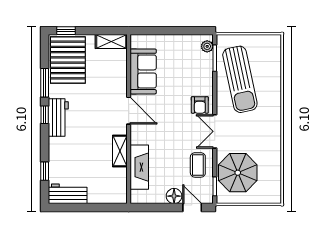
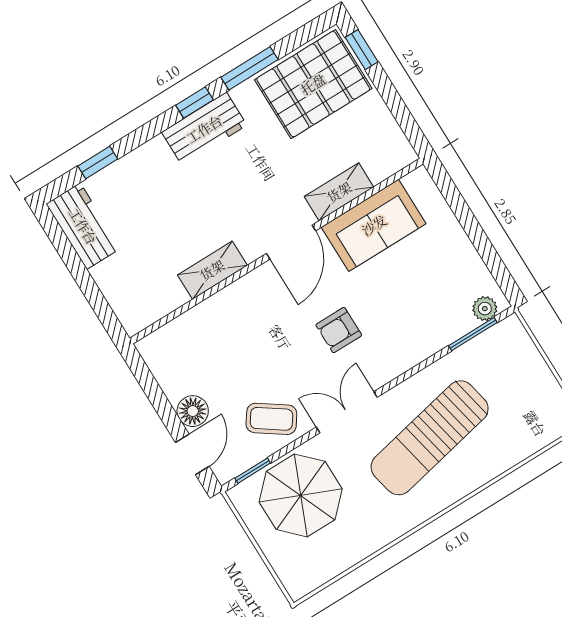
shelving: (111, 42) -> (339, 192), moved, turned 90
sun lounger: (240, 79) -> (430, 438), moved
armchair: (200, 105) -> (339, 330), moved
coffee table: (198, 165) -> (271, 419), turned 35
fireplace: (139, 167) -> (205, 321), removed

